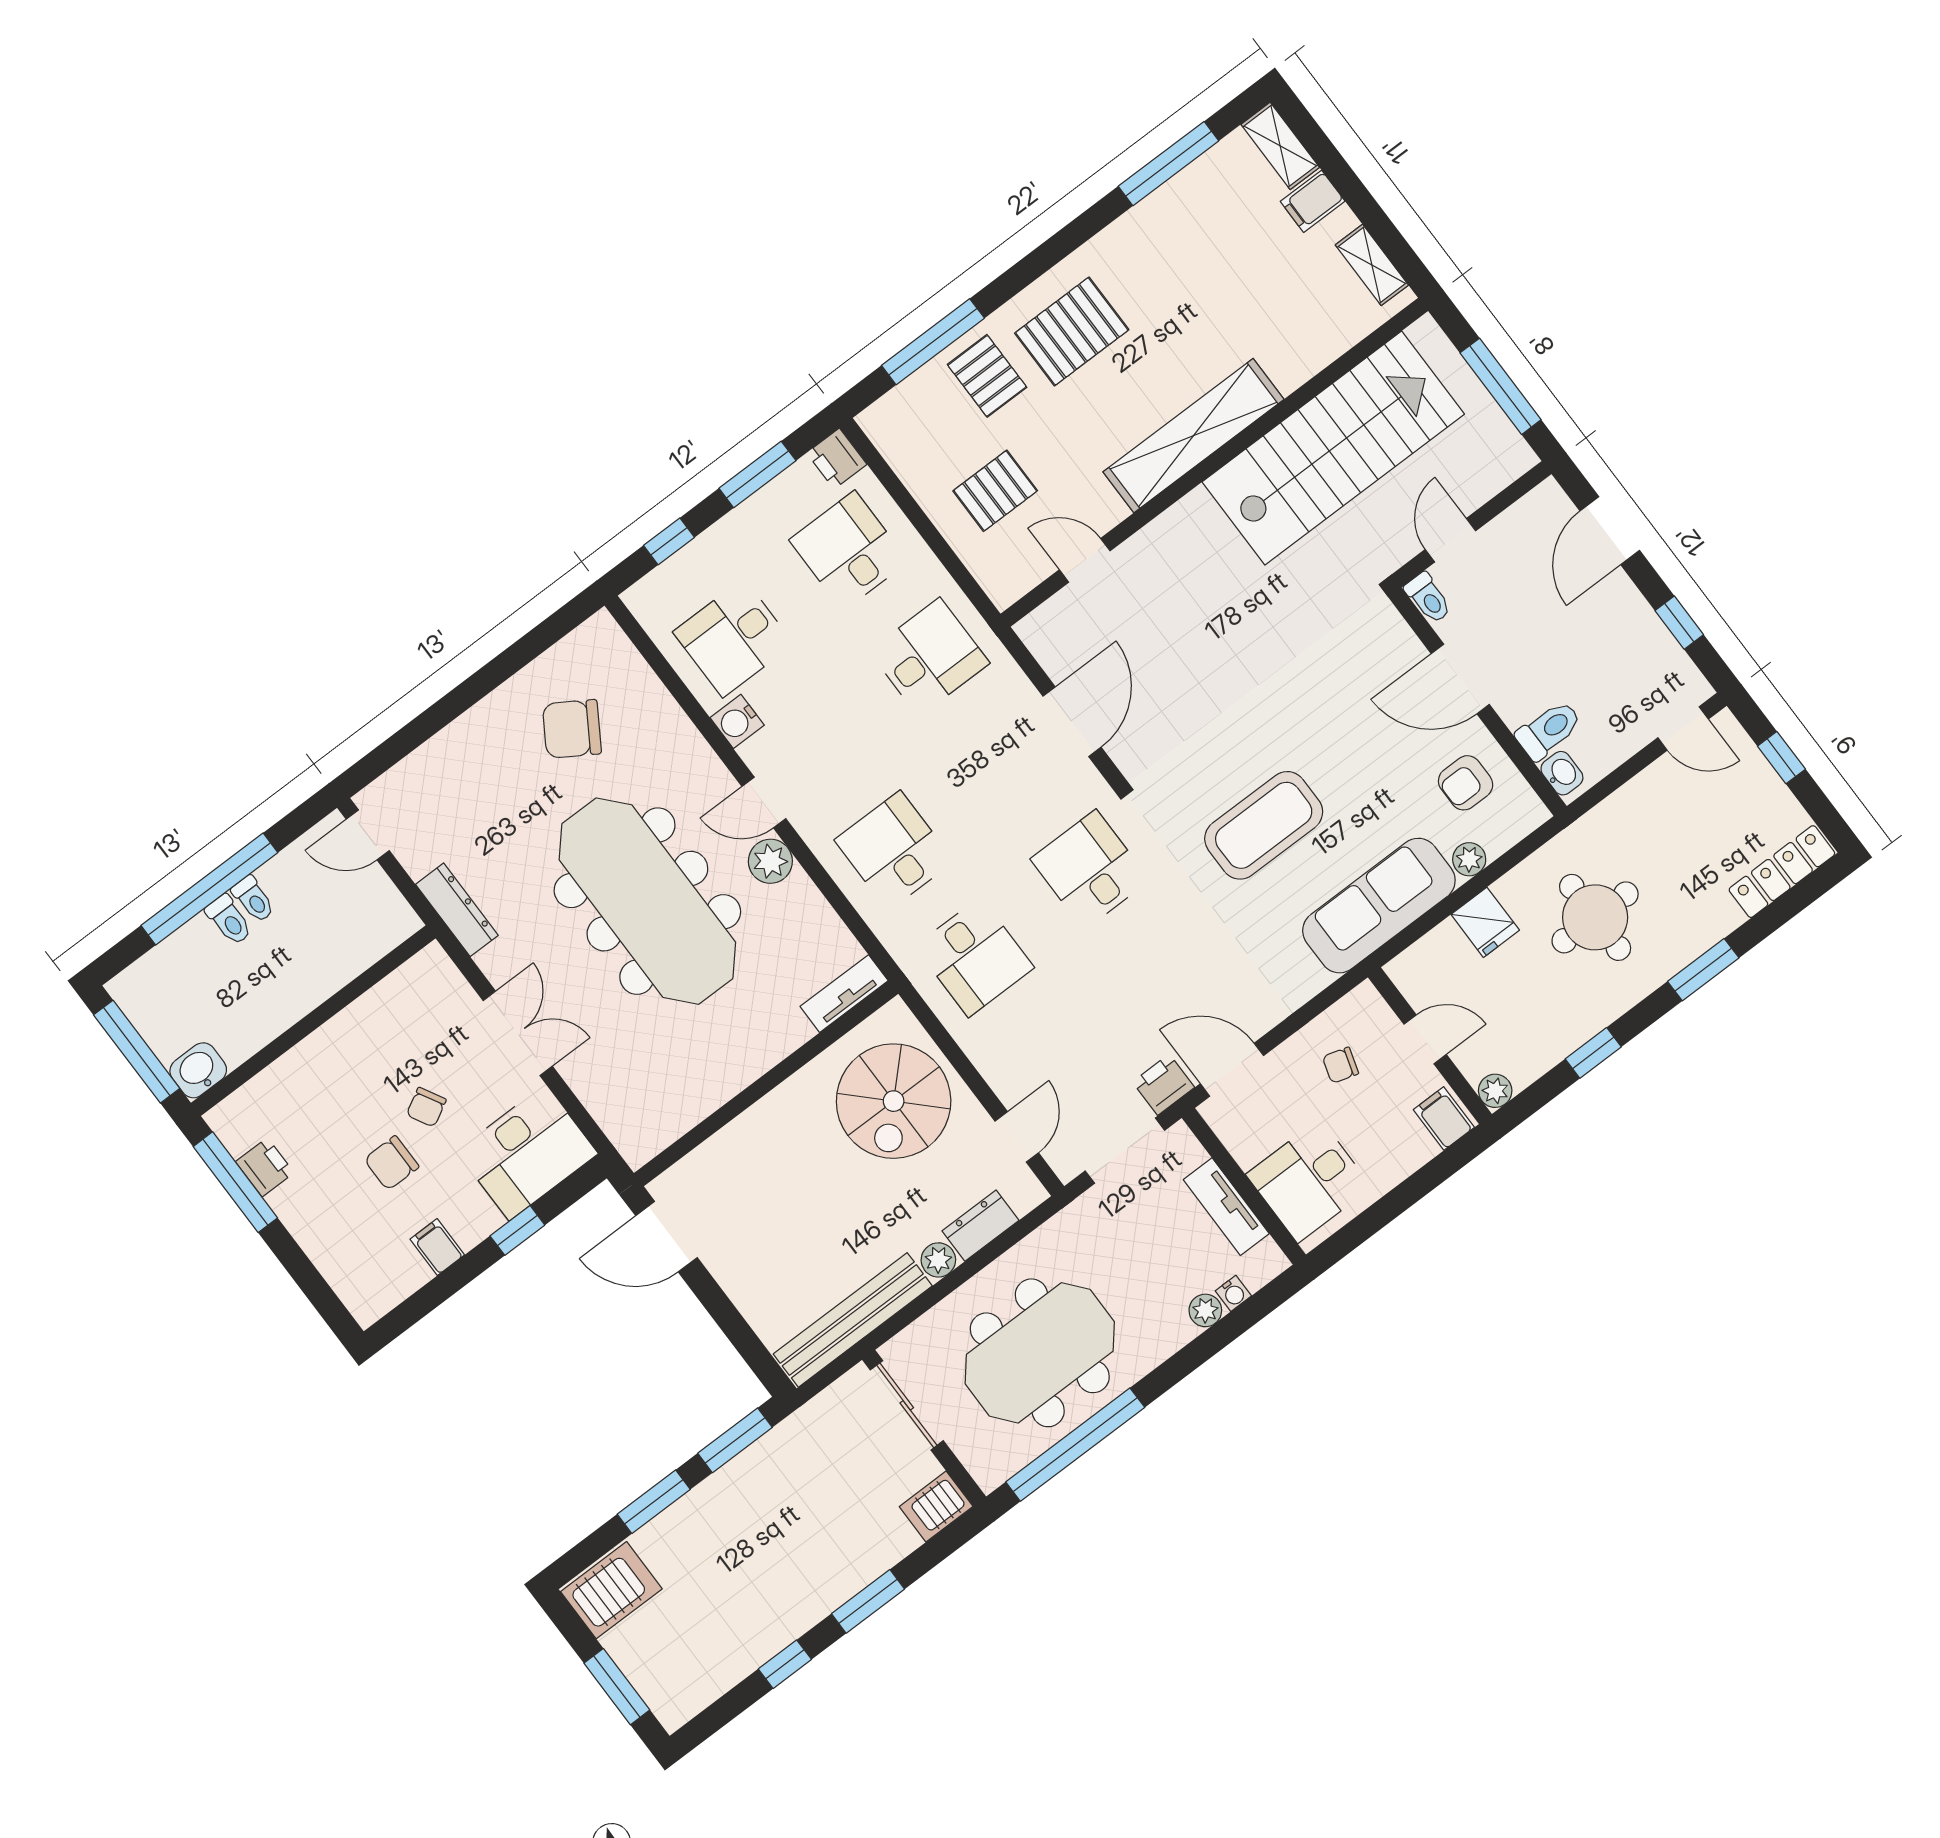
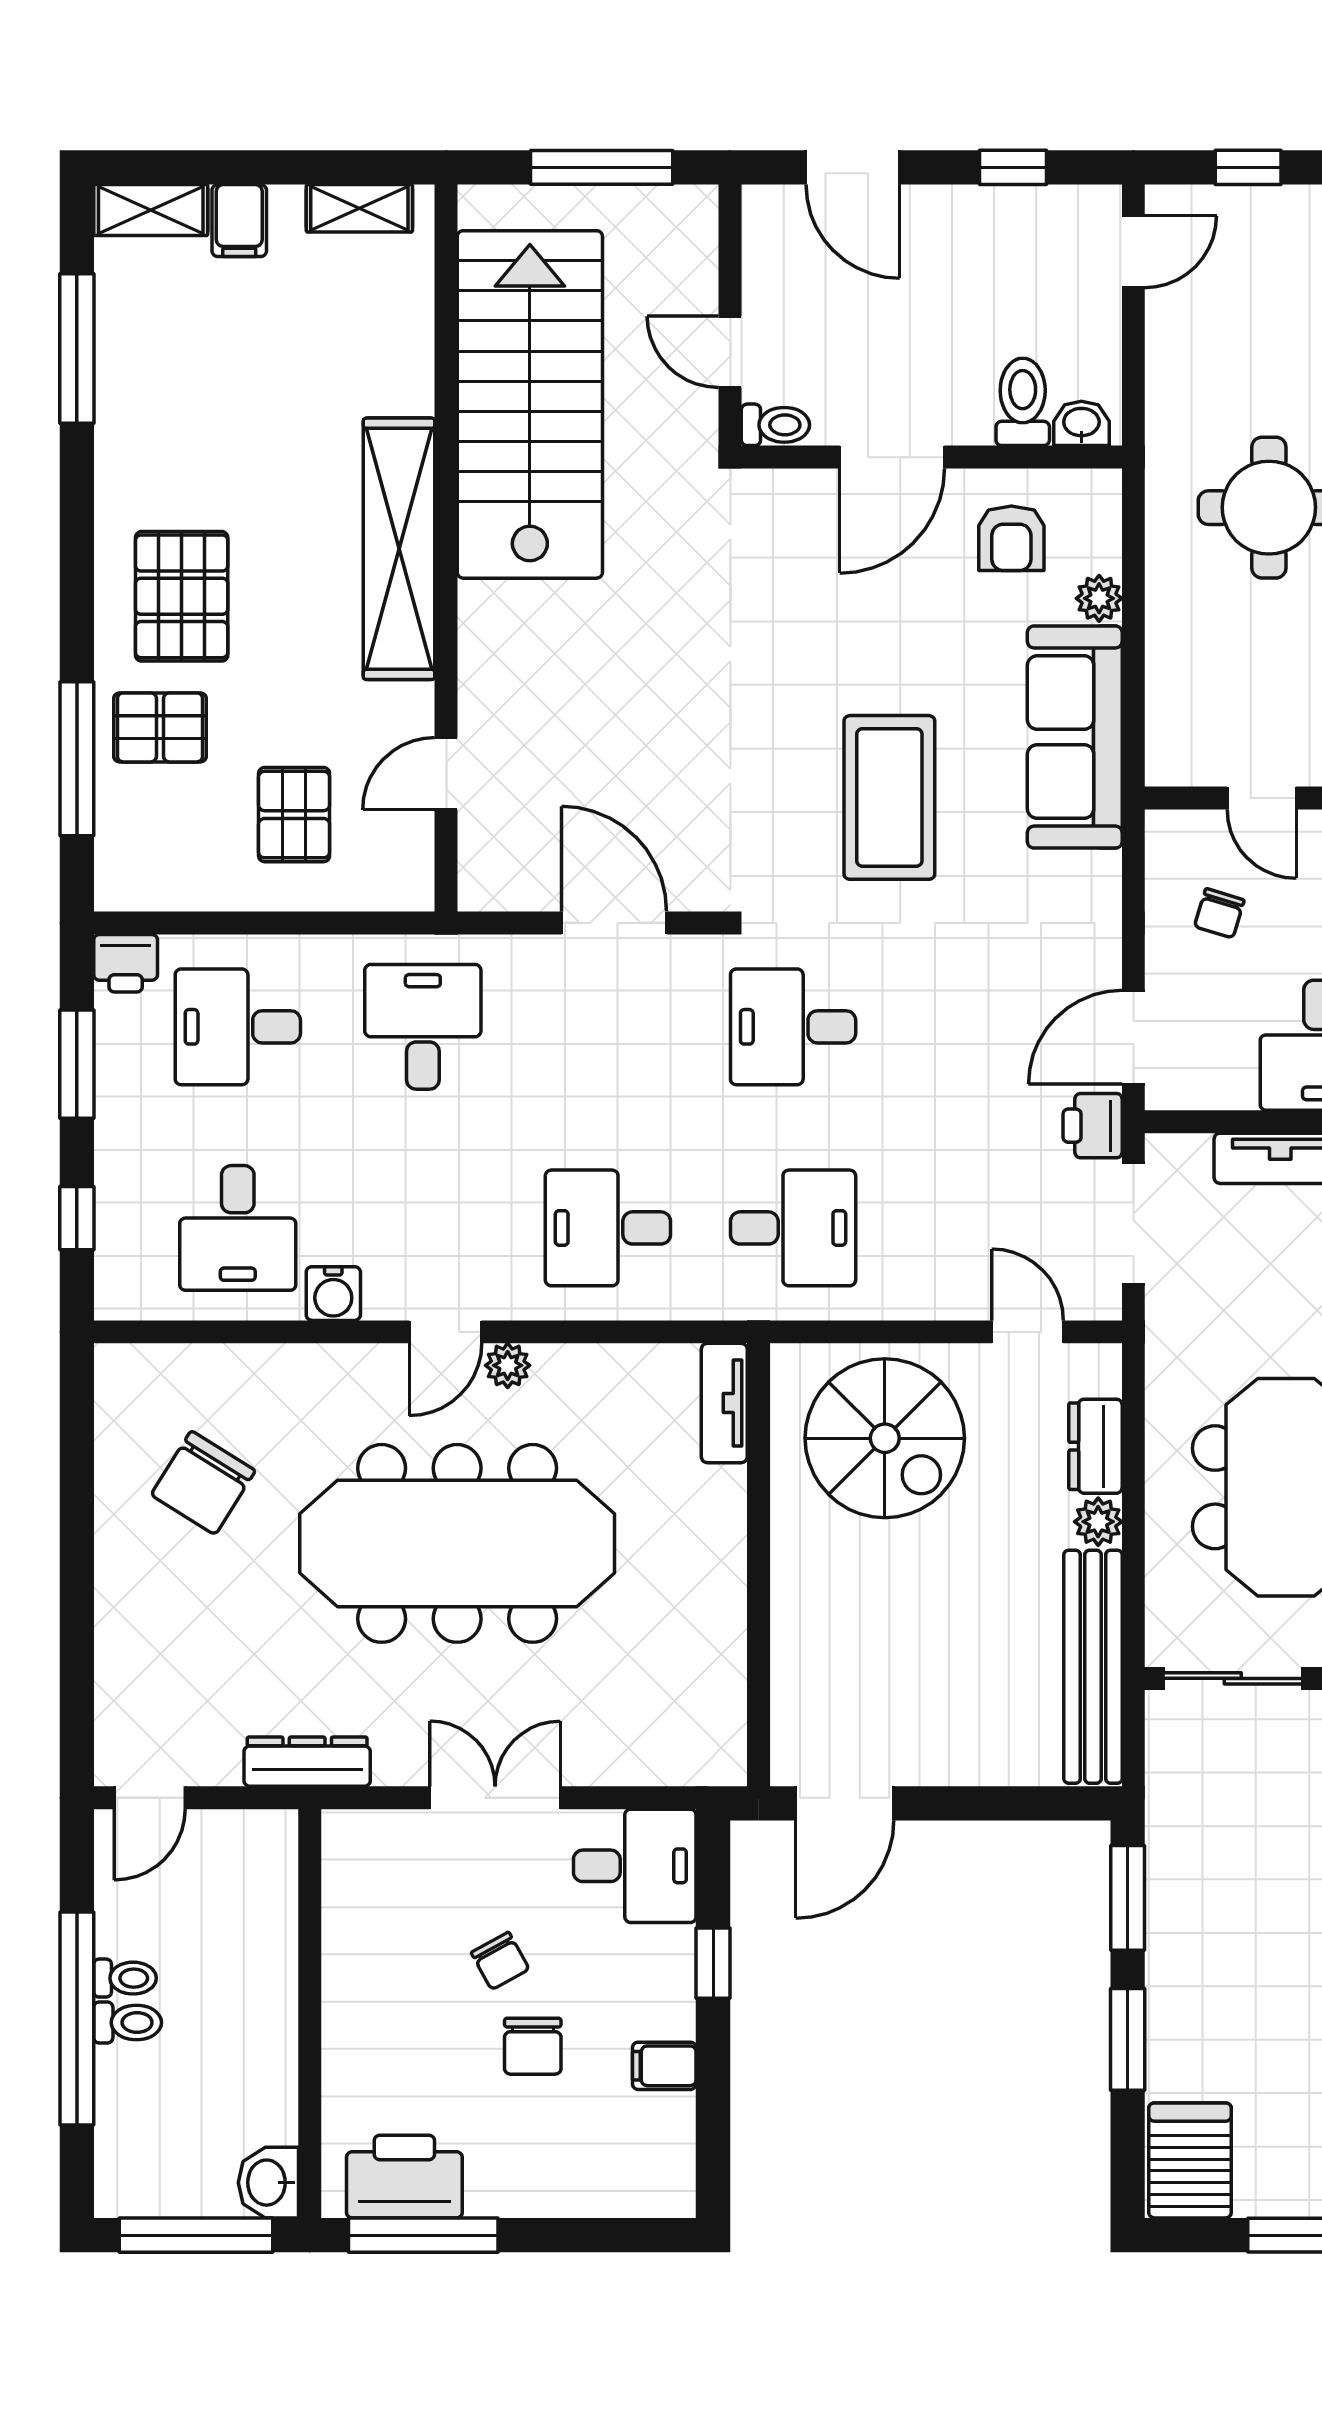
plant: (770, 861) -> (508, 1365), width x0.73, depth x0.73
fridge: (1485, 922) -> (1182, 633), removed
door: (1425, 1039) -> (1262, 798), swing flipped
desk: (527, 1152) -> (635, 1866), width x0.73
printer: (265, 1167) -> (404, 2177), width x1.87, depth x1.48

